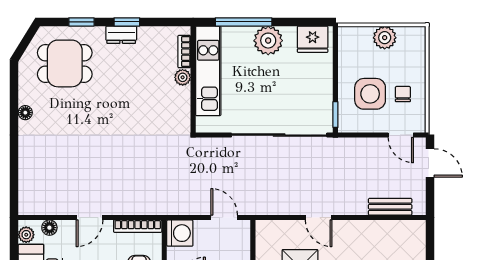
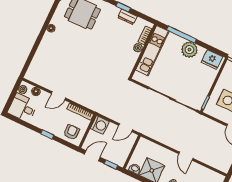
dresser: (121, 35) -> (127, 17), moved
bench: (390, 207) -> (211, 161), removed
door: (224, 218) -> (126, 128), swing flipped
door: (319, 218) -> (186, 156), moved

